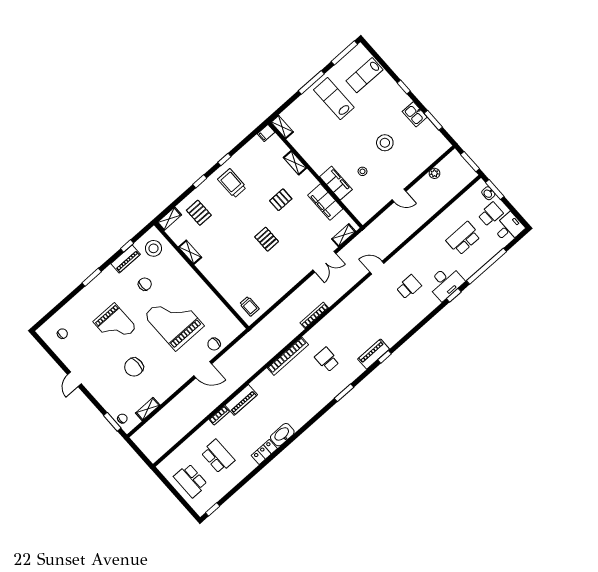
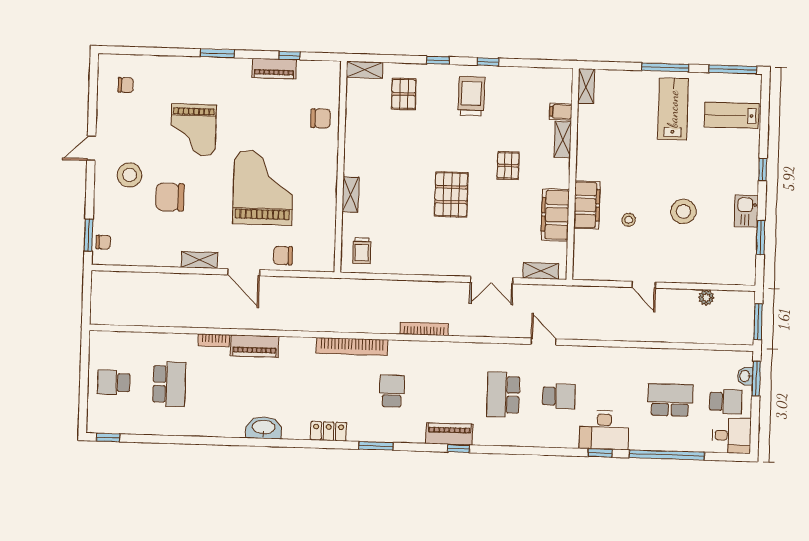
filing cabinet: (266, 133) -> (561, 112), moved
pallet: (281, 200) -> (508, 166), turned 90
pallet: (267, 239) -> (451, 194), width x1.50, depth x1.42
stool: (153, 248) -> (130, 175), moved
shelving: (190, 252) -> (351, 194), moved
chair: (145, 284) -> (321, 118), moved
school desk: (381, 311) -> (503, 395), added
shelving: (148, 409) -> (199, 260), moved
locker: (264, 452) -> (328, 431), moved
school desk: (191, 481) -> (114, 382), width x0.54

